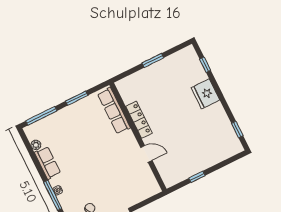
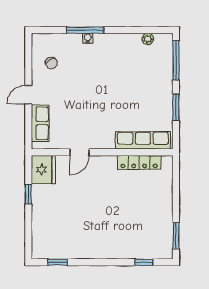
window: (153, 60) -> (176, 236), moved
fridge: (205, 94) -> (43, 170), moved, turned 90
locker: (139, 120) -> (139, 162), moved
row of seats: (48, 163) -> (40, 123), moved, turned -90

